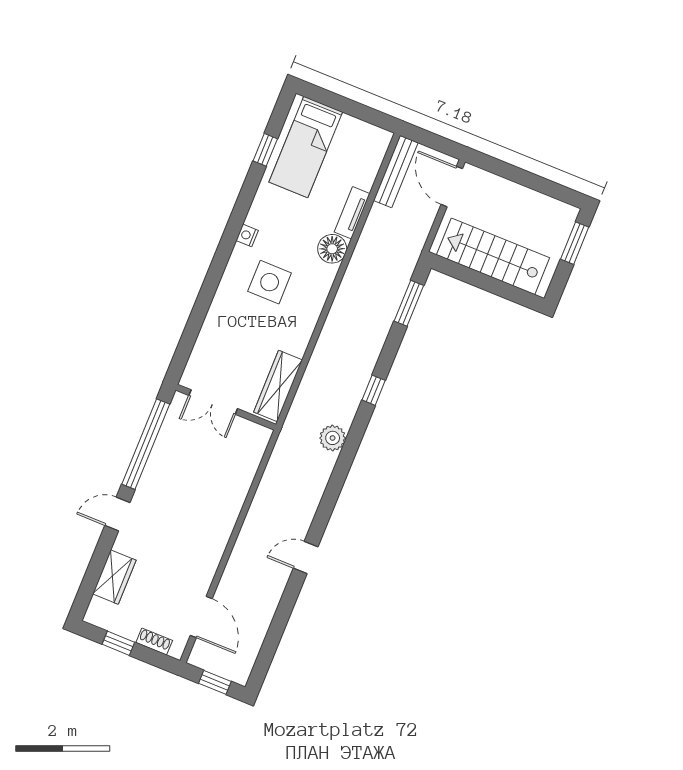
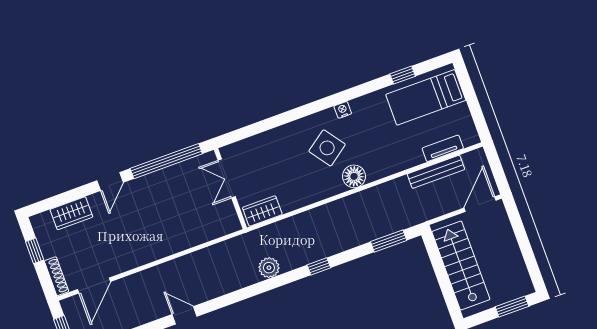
bench: (396, 172) -> (436, 172), moved
tv unit: (352, 213) -> (443, 148), moved
floor lamp: (332, 249) -> (354, 176), moved
side table: (270, 282) -> (327, 148), turned -36
wardrobe: (278, 386) -> (262, 211), width x0.67
door: (117, 514) -> (110, 182), swing flipped
shoe rack: (154, 642) -> (57, 276), width x1.43

